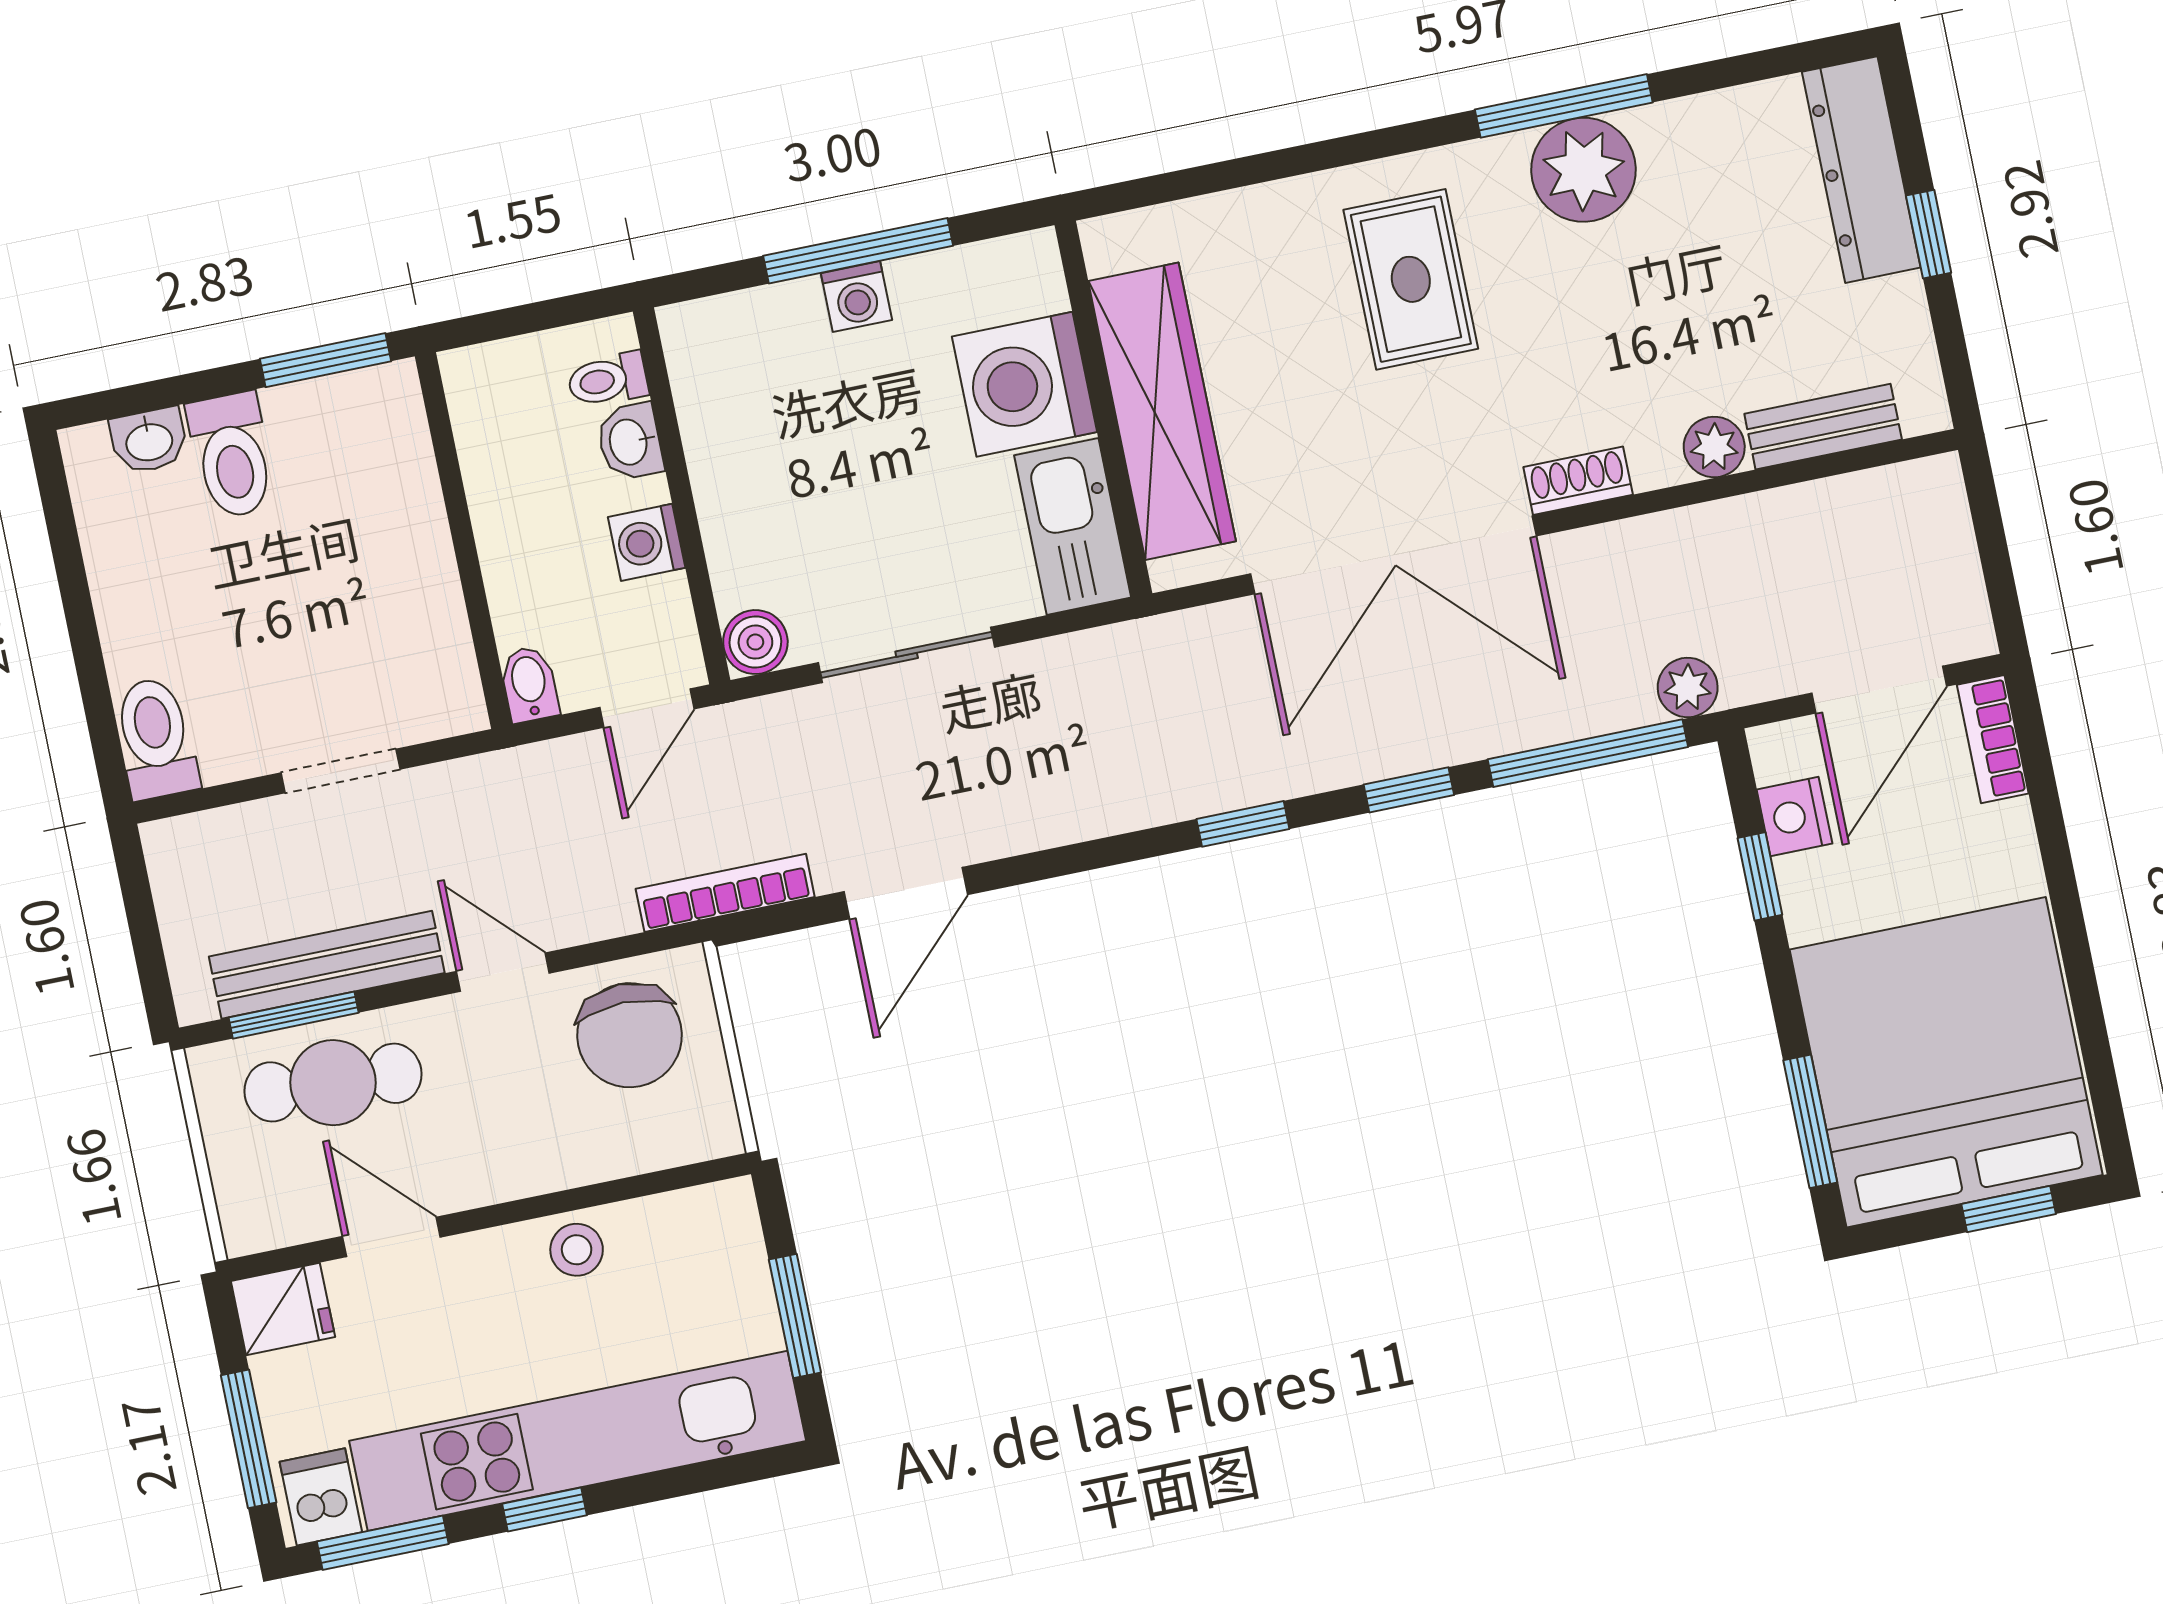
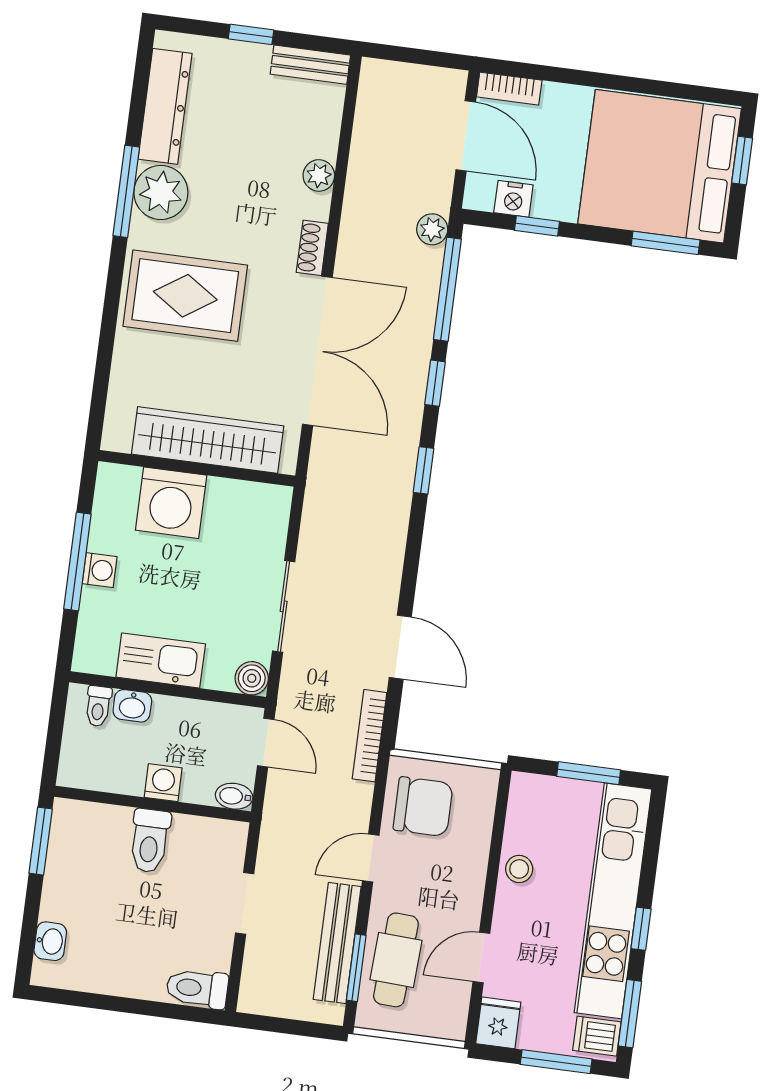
dresser: (1861, 170) -> (165, 106), moved, turned -90
rug: (1411, 279) -> (185, 296), width x1.36, depth x1.43
bench: (1823, 427) -> (310, 65), moved, turned 90
toilet: (232, 455) -> (150, 841), moved, turned 90
kitchen sink: (1073, 526) -> (161, 661), moved, turned 180
washing machine: (647, 542) -> (163, 783), moved, turned 180

